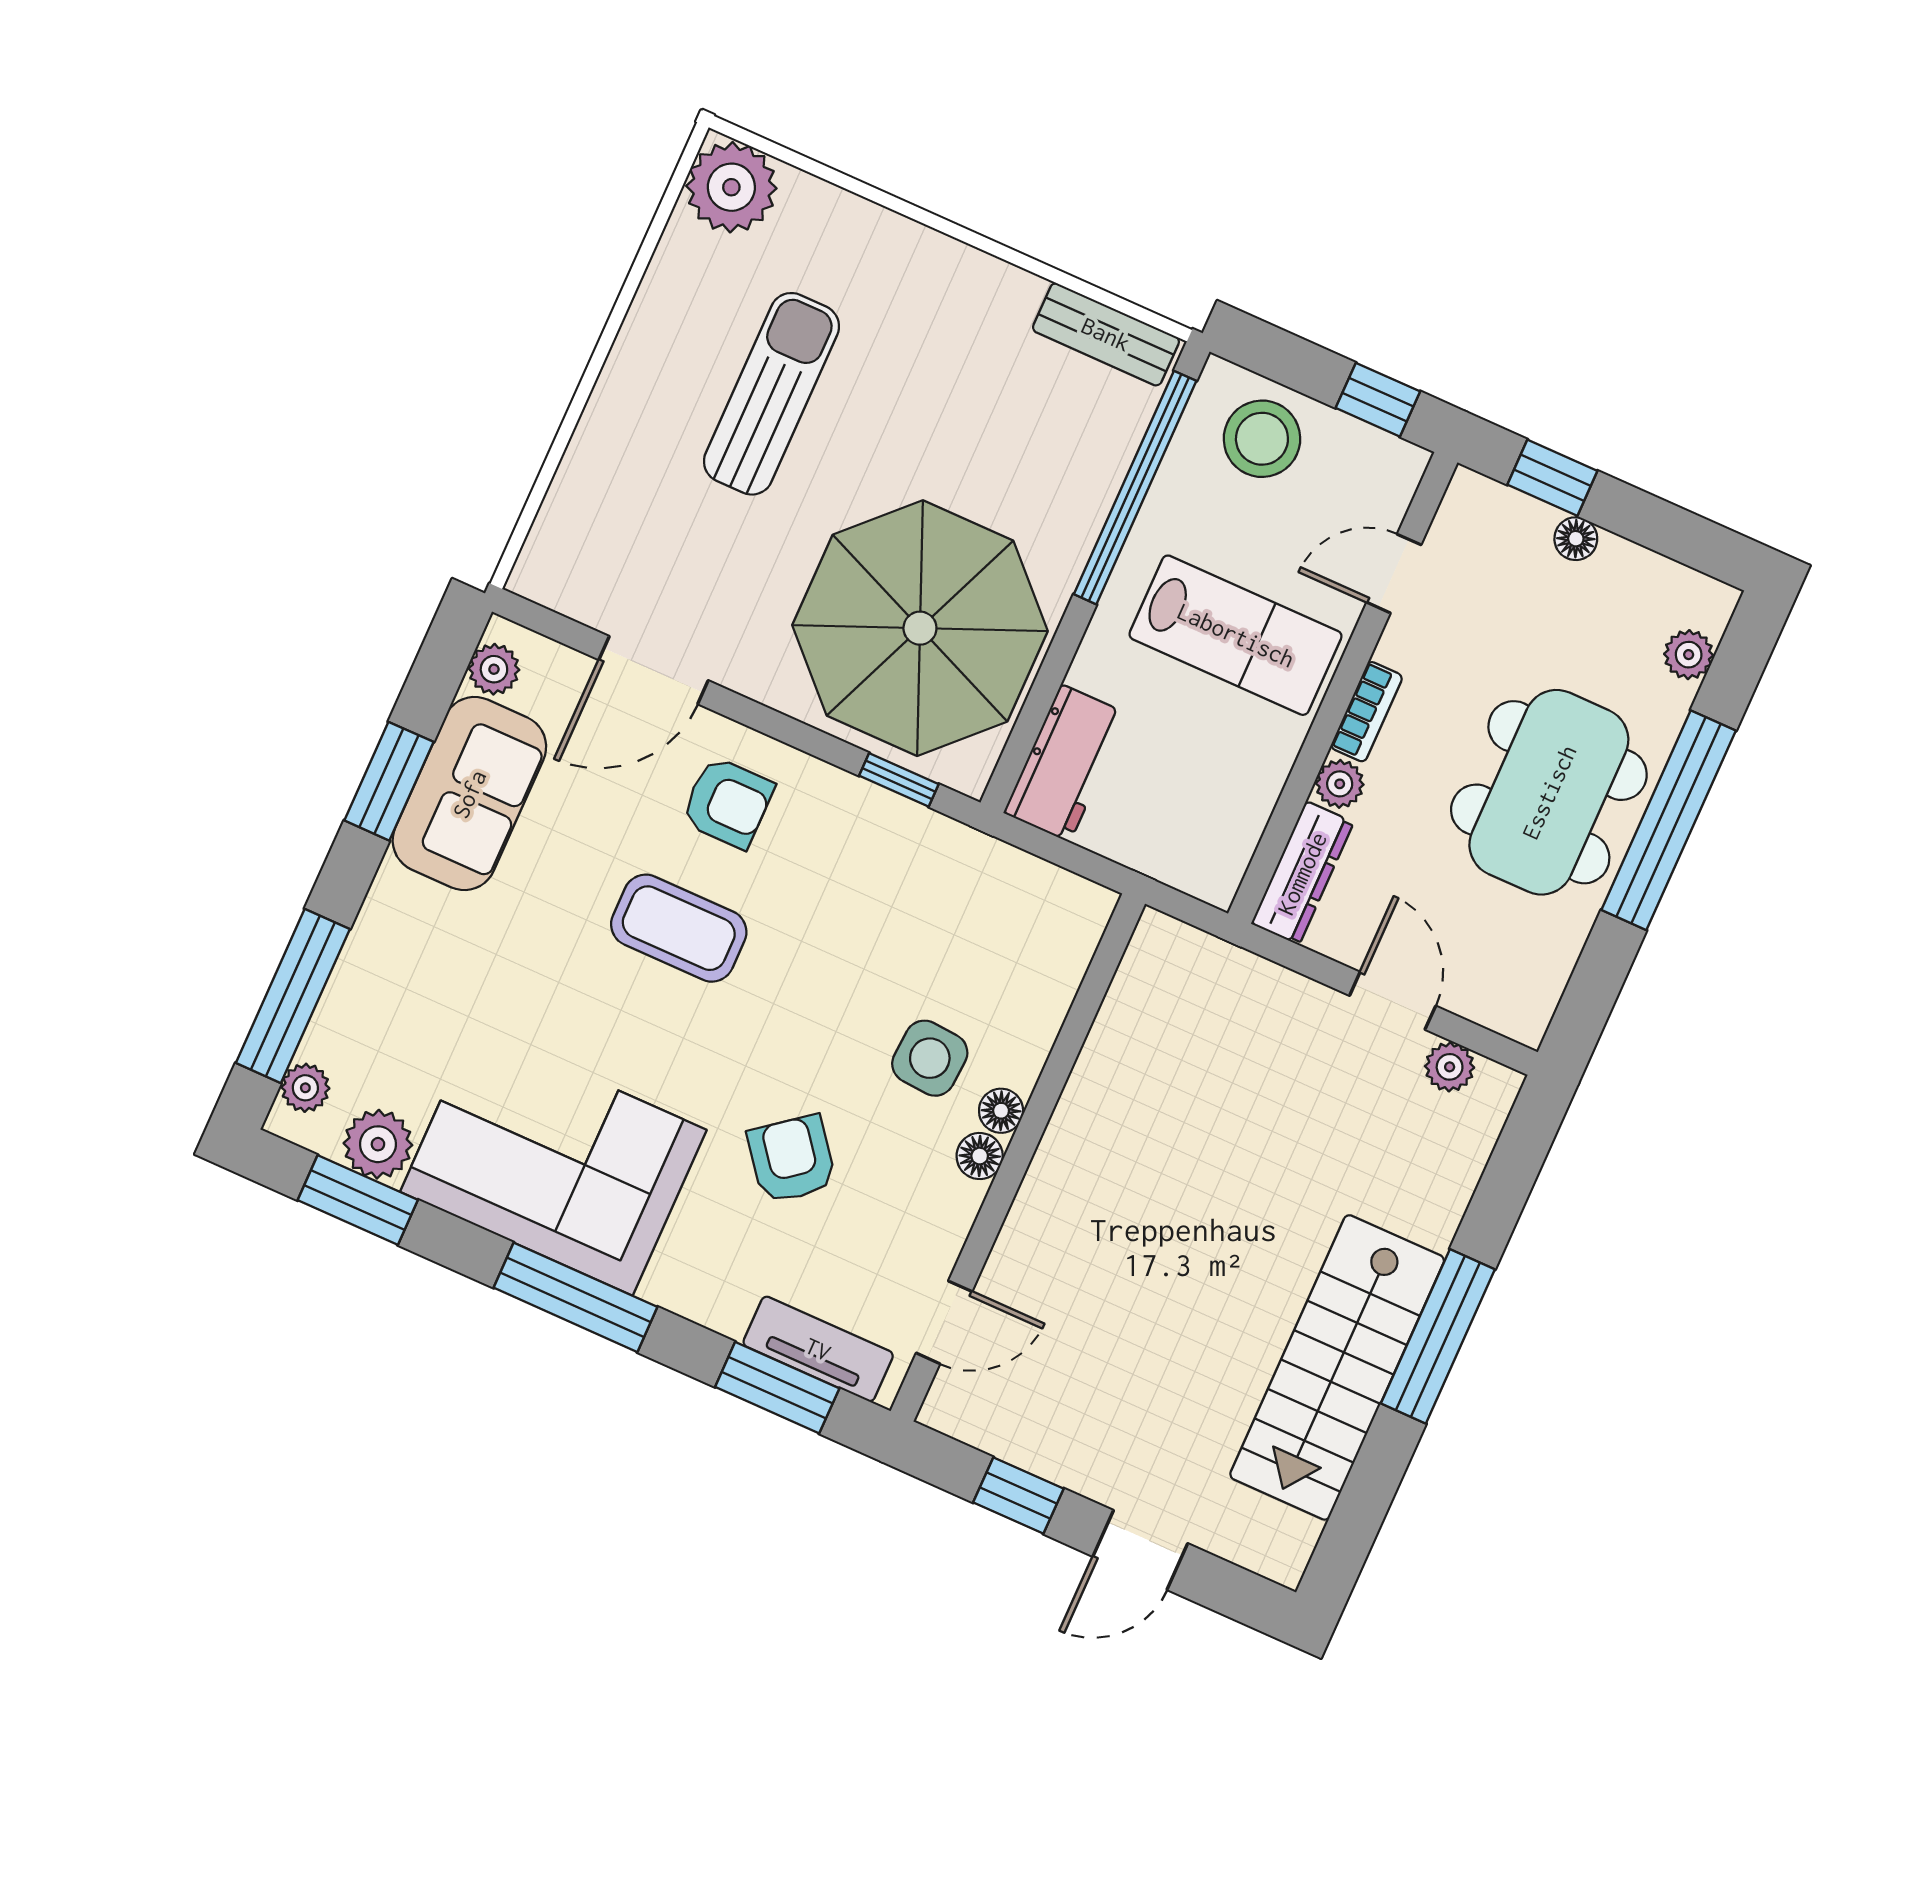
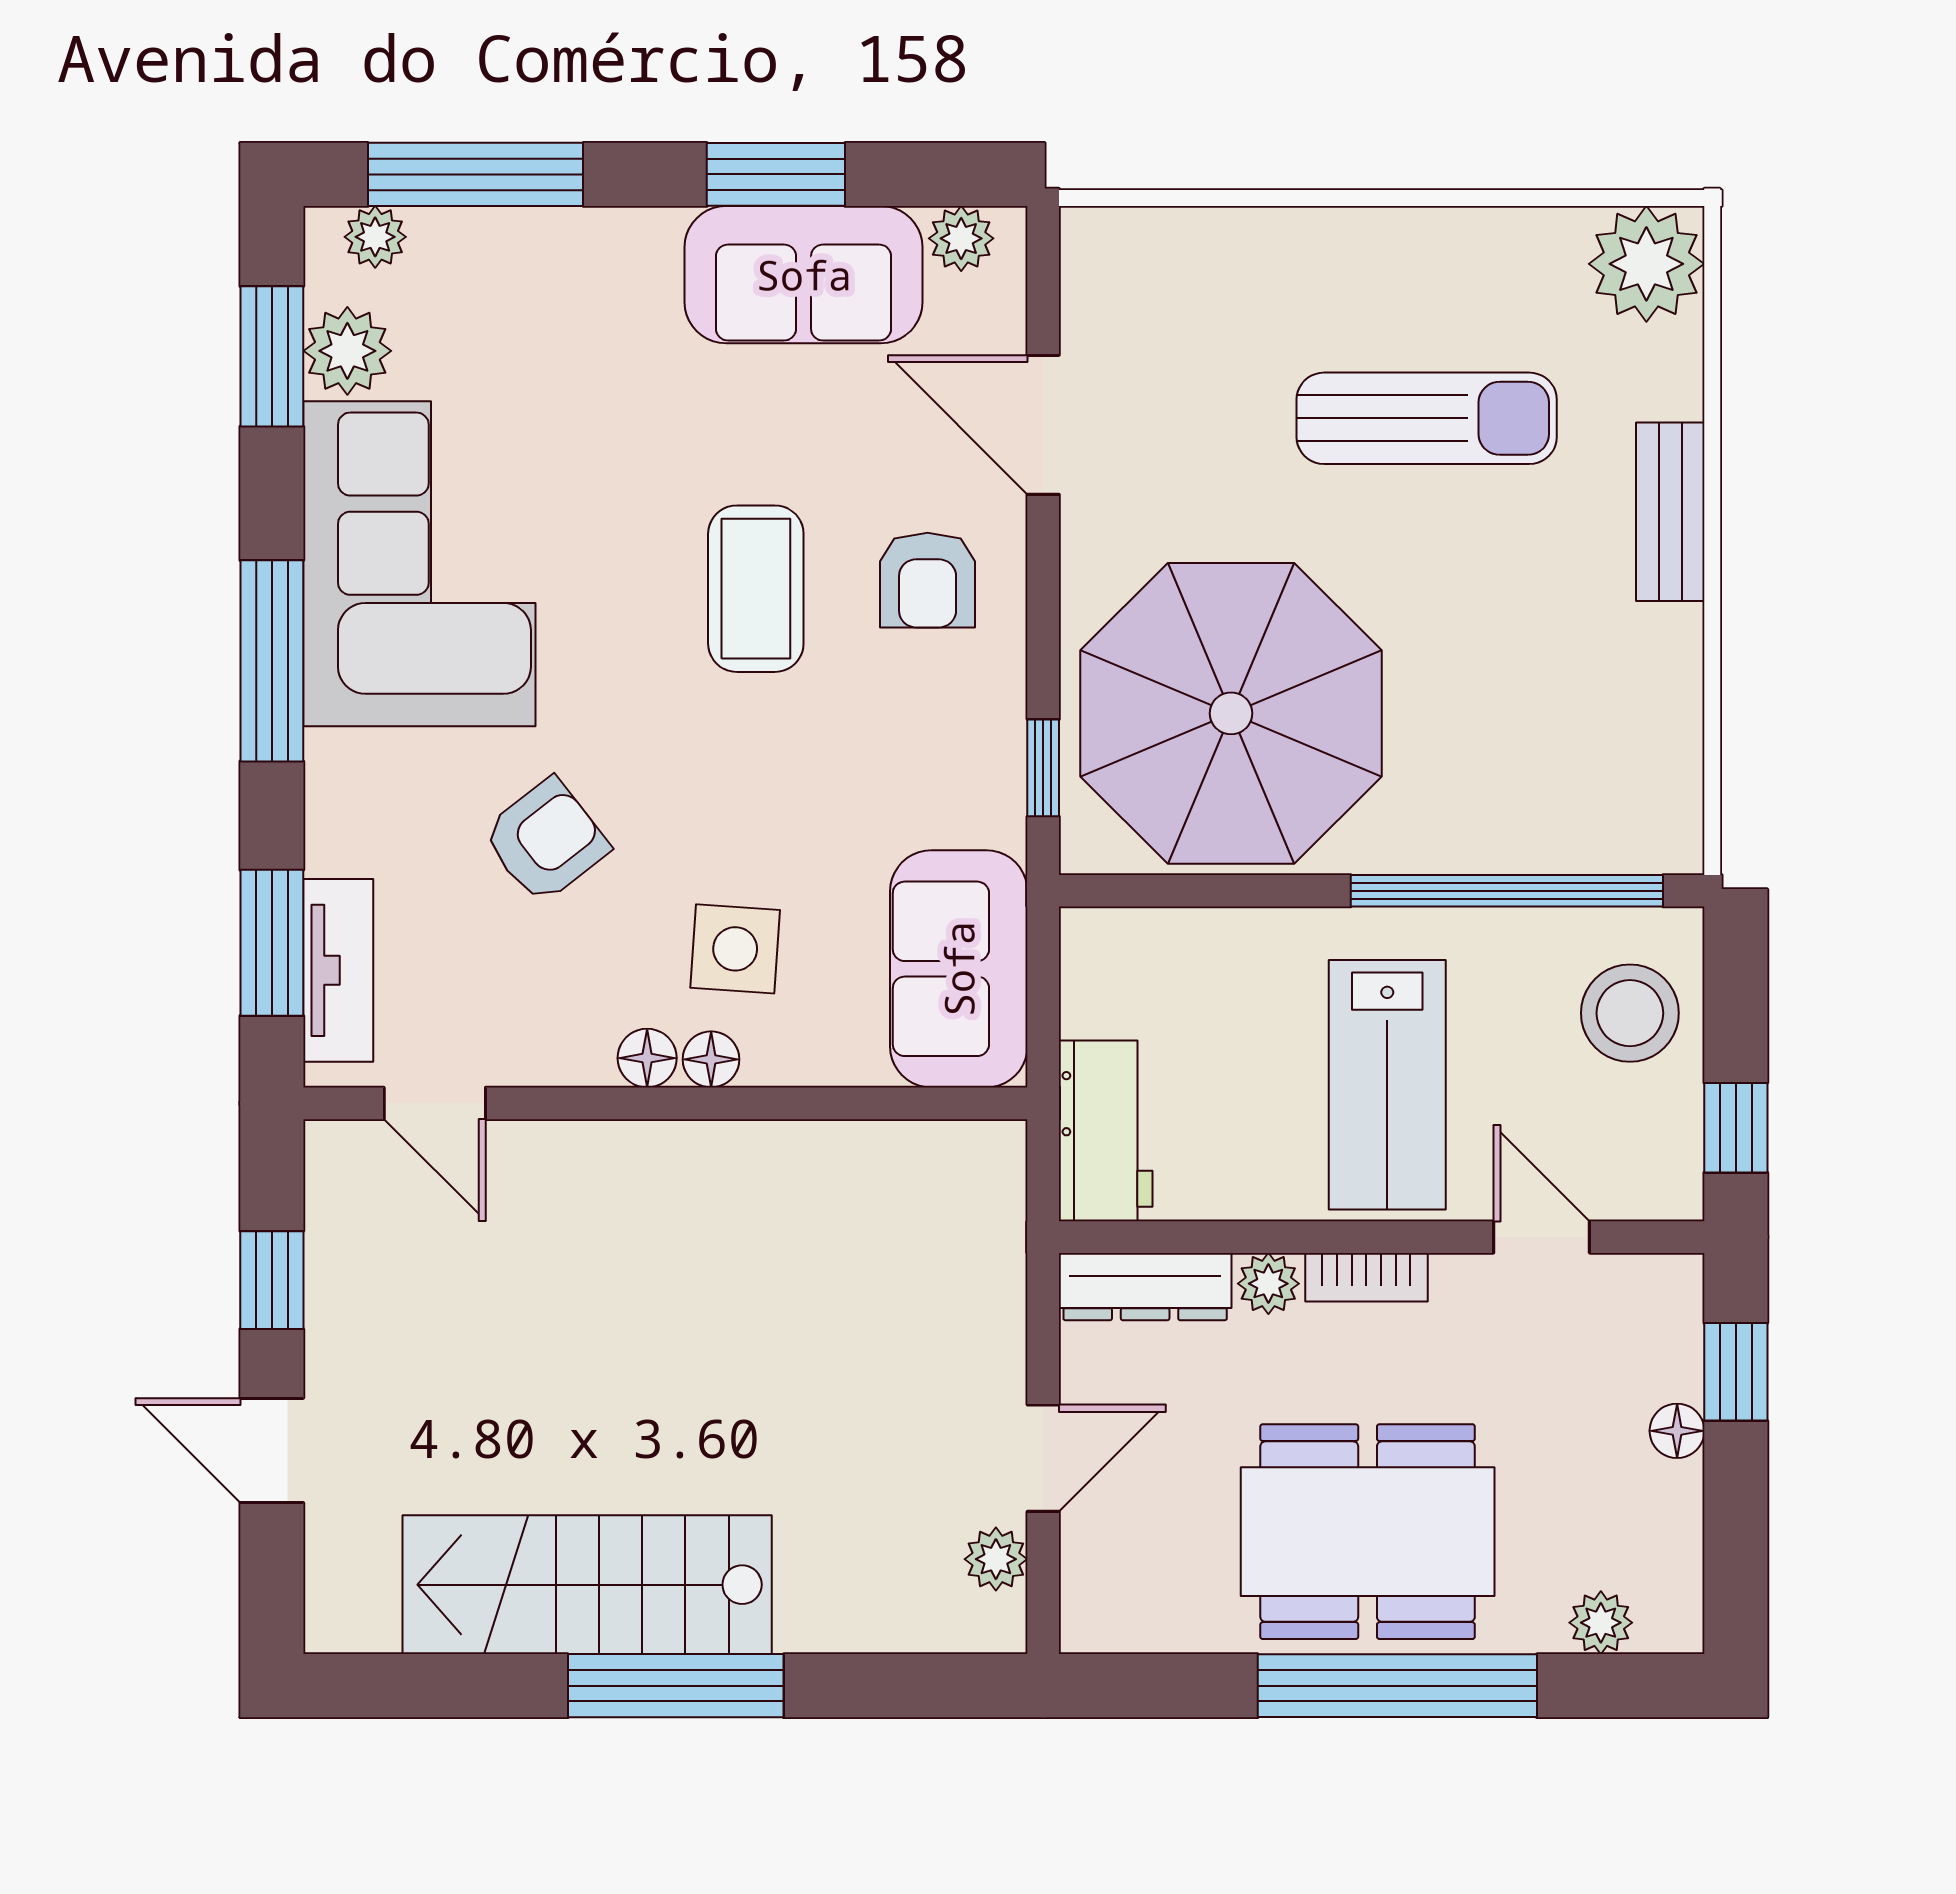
bench: (1106, 334) -> (1670, 512), moved
workbench: (1065, 763) -> (1106, 1131), moved, turned -90
sofa: (1016, 905) -> (959, 969), added

